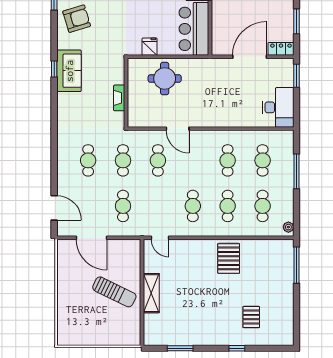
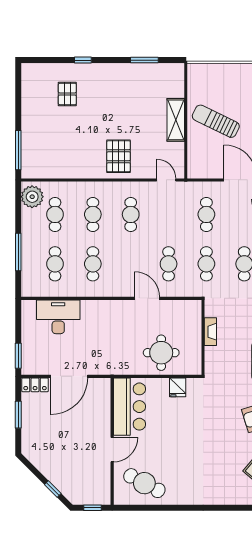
desk: (278, 107) -> (58, 317), moved, turned 90
plant: (288, 227) -> (32, 197), width x1.87, depth x1.87
pallet: (229, 258) -> (119, 156), moved

